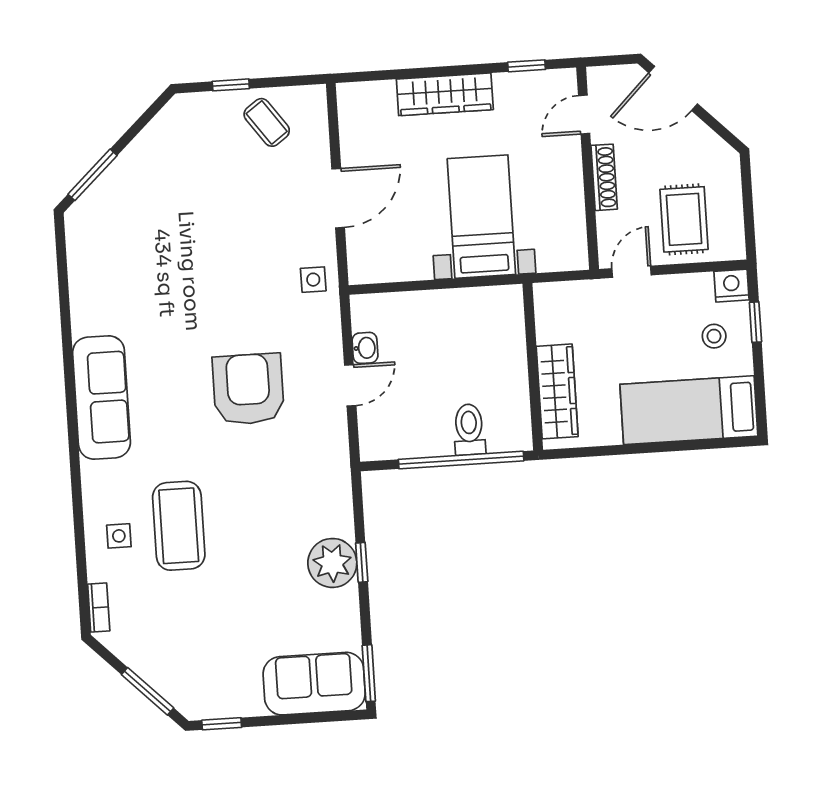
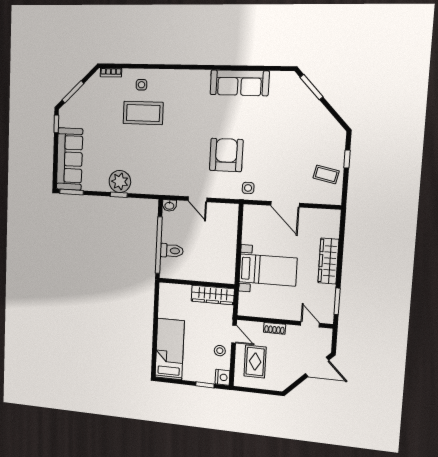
window: (527, 66) -> (337, 301), width x1.50
door: (673, 88) -> (317, 367), swing flipped
coffee table: (267, 122) -> (326, 174), turned 48
shoe rack: (604, 177) -> (275, 328), width x0.70
rug: (684, 219) -> (255, 362), turned 90
stool: (714, 336) -> (220, 351), moved
washbasin: (365, 348) -> (169, 205), moved
armchair: (248, 389) -> (226, 155), moved, turned -90
wardrobe: (557, 391) -> (213, 295), moved
sofa: (101, 398) -> (239, 83), moved
sofa: (314, 684) -> (70, 159), width x1.36

